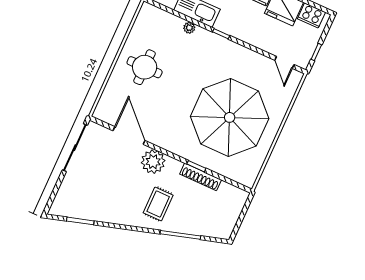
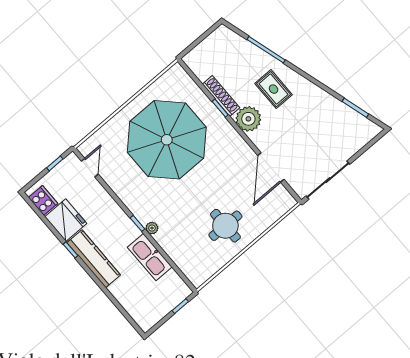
plant: (189, 28) -> (152, 228), moved
plant: (153, 162) -> (248, 119), moved
rug: (158, 204) -> (274, 89), turned 90

